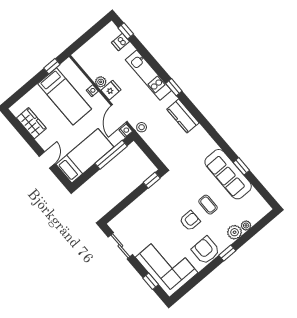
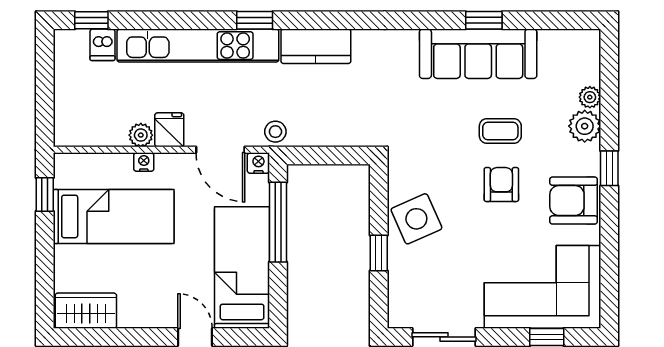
kitchen unit: (148, 75) -> (198, 46), width x1.36
wardrobe: (31, 123) -> (86, 311), moved
window: (152, 180) -> (379, 253), moved
side table: (153, 202) -> (416, 219), added

